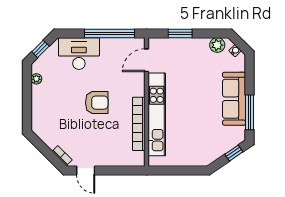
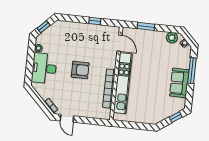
window: (109, 33) -> (95, 21), width x0.32
desk: (79, 54) -> (44, 68), moved, turned -90
door: (146, 60) -> (120, 43), swing flipped
sofa: (234, 99) -> (179, 83), width x0.73
window: (249, 112) -> (192, 71), moved

